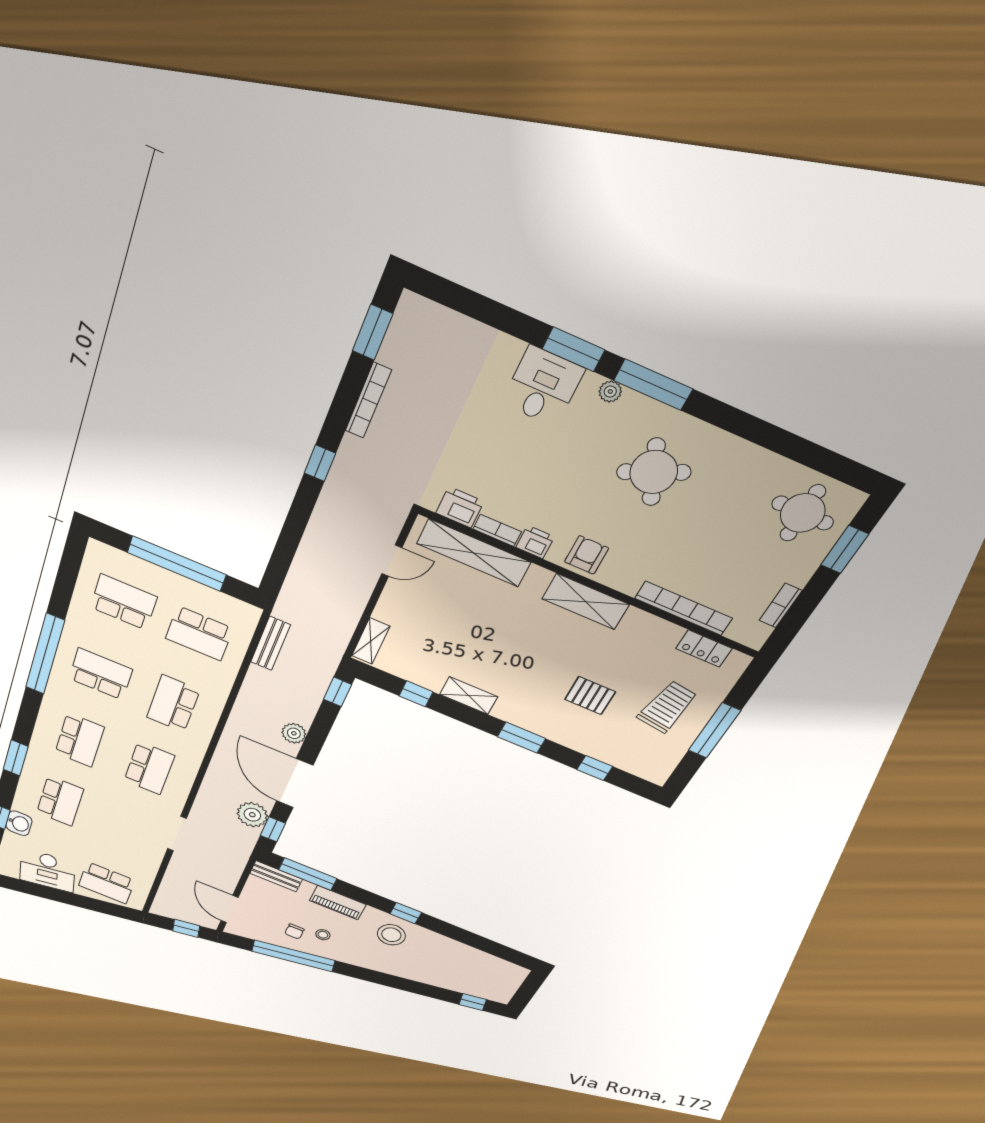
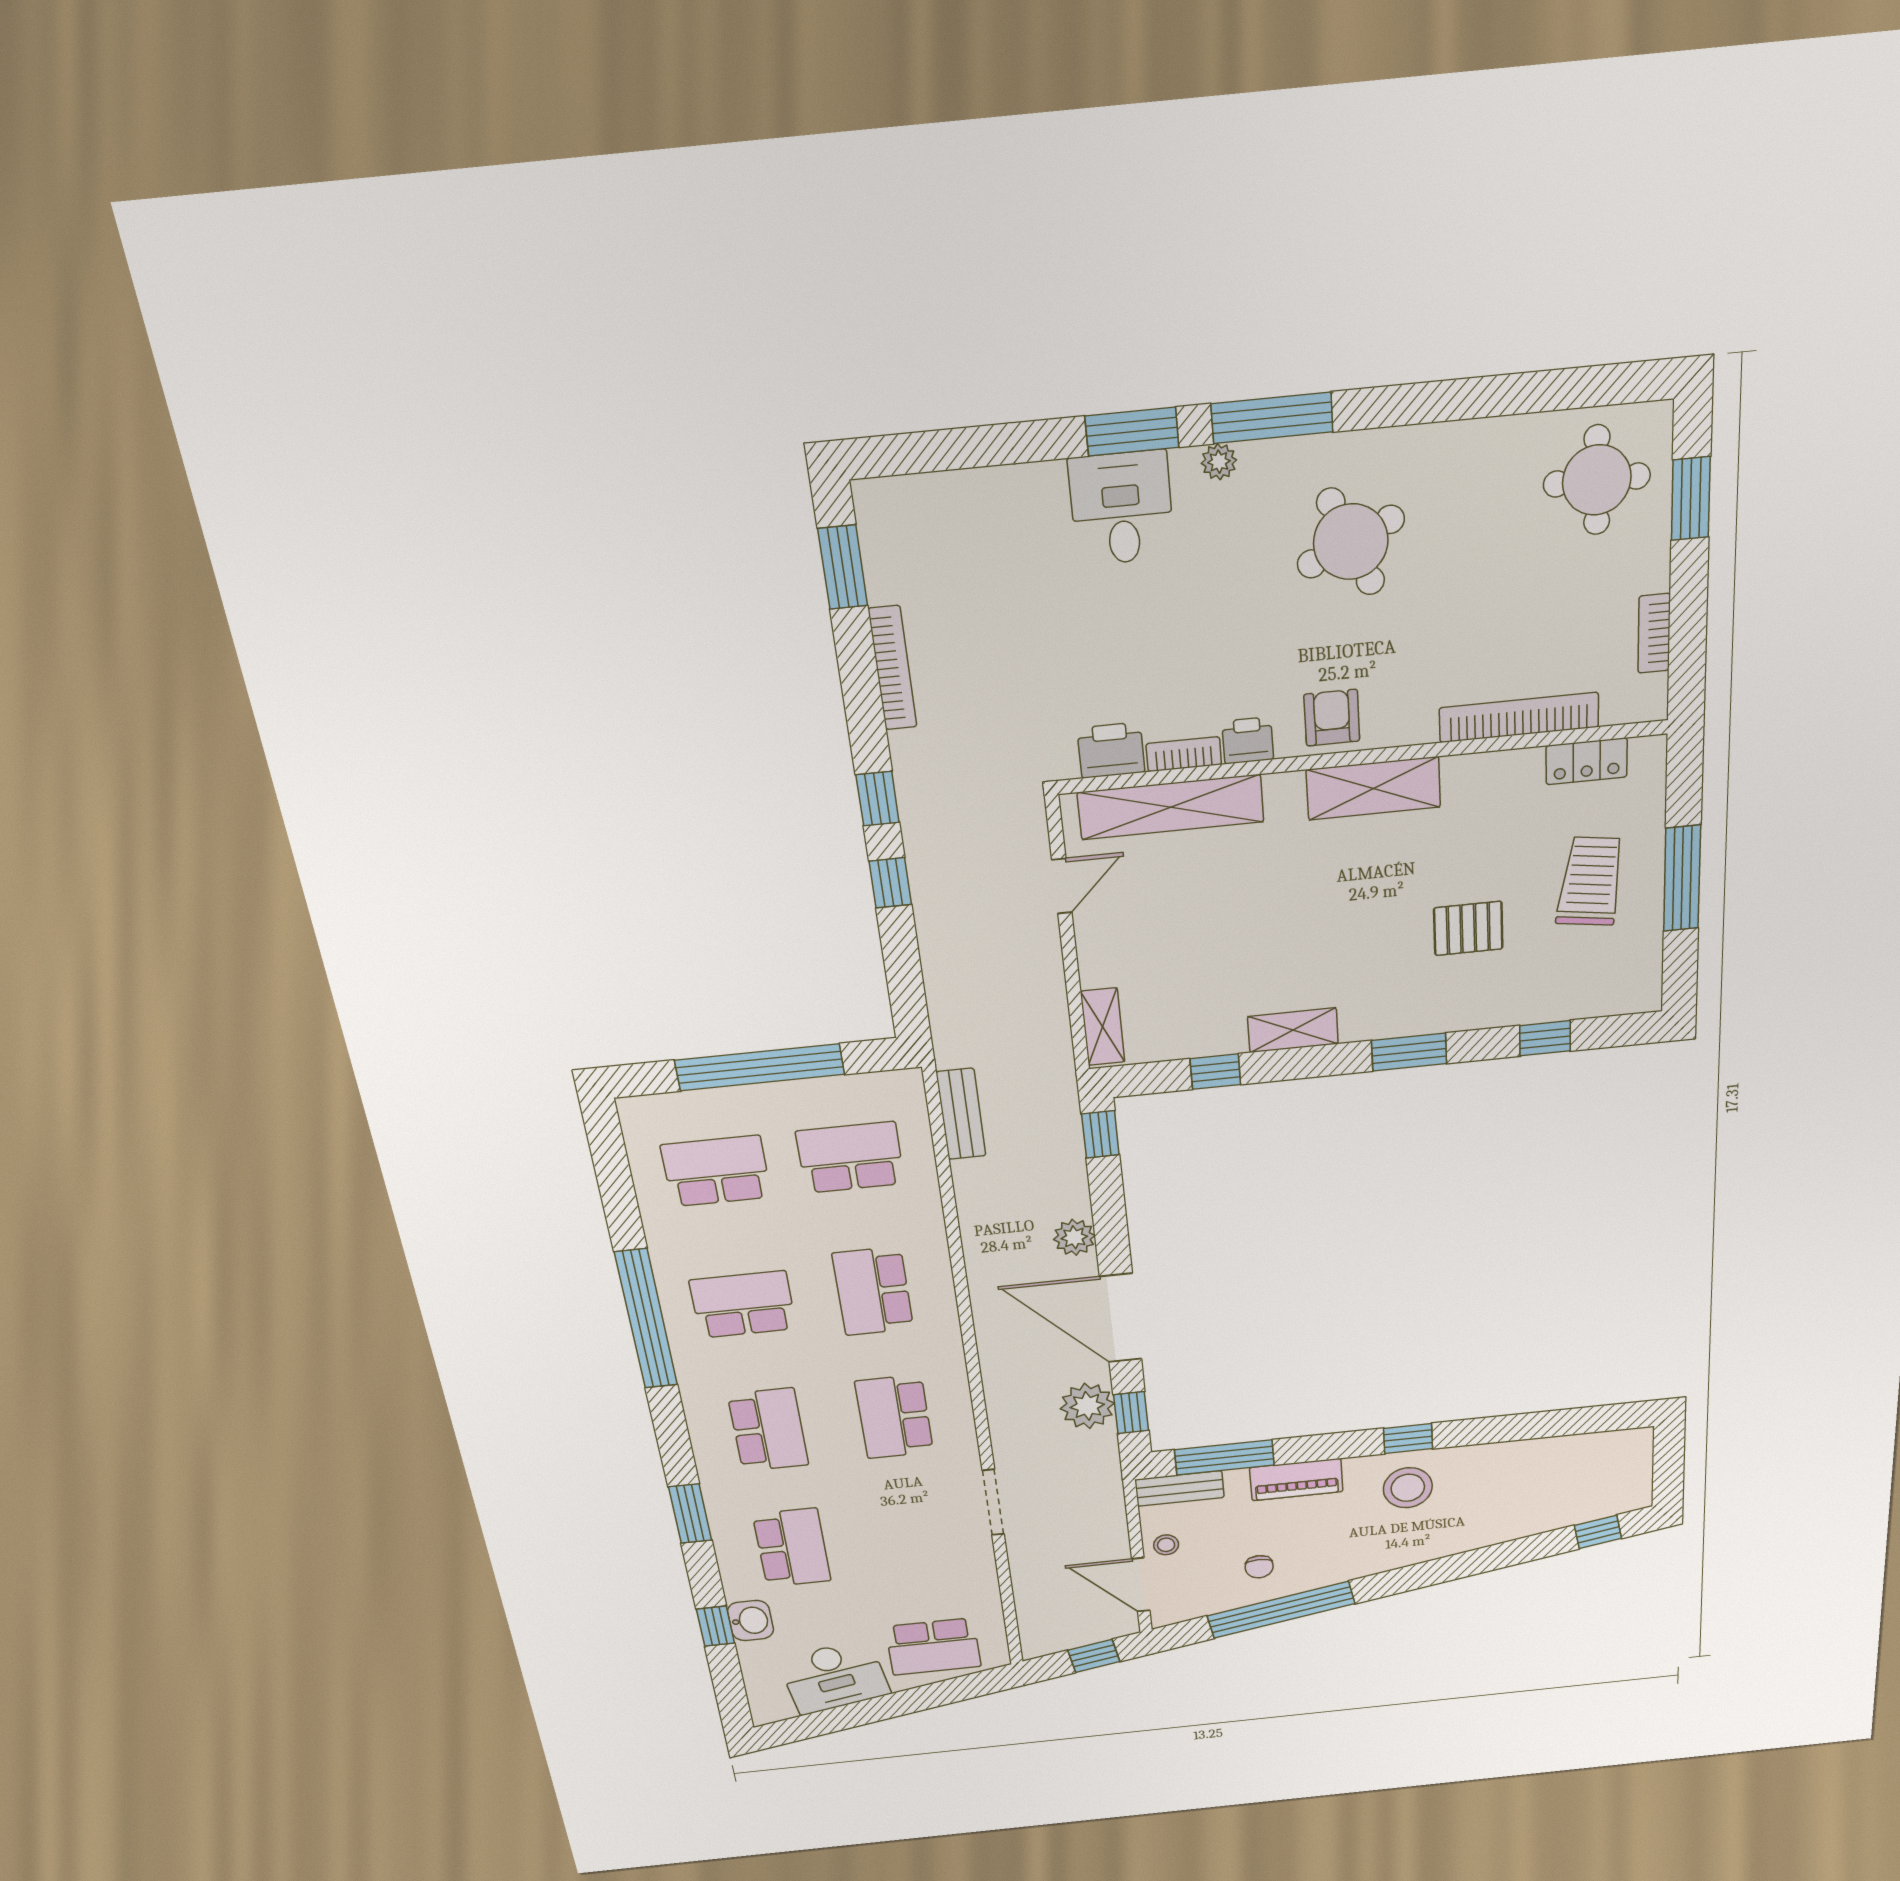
window: (301, 509) -> (890, 883), added
school desk: (199, 633) -> (850, 1157), turned 180
school desk: (149, 768) -> (894, 1417), turned 180
stool: (323, 935) -> (1166, 1545), moved

